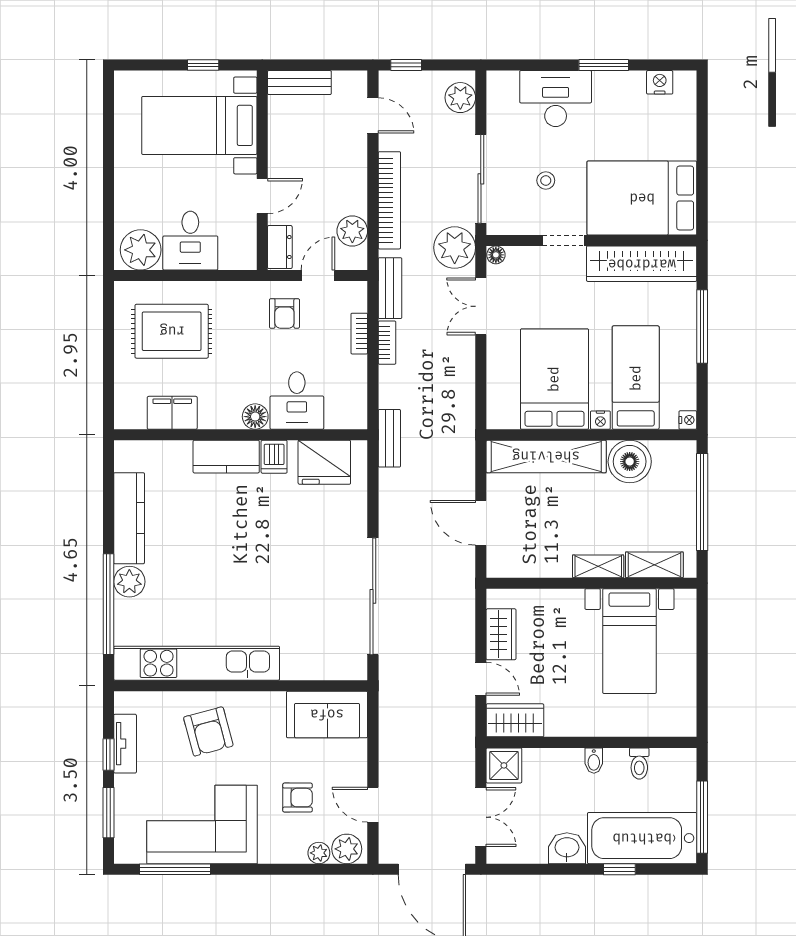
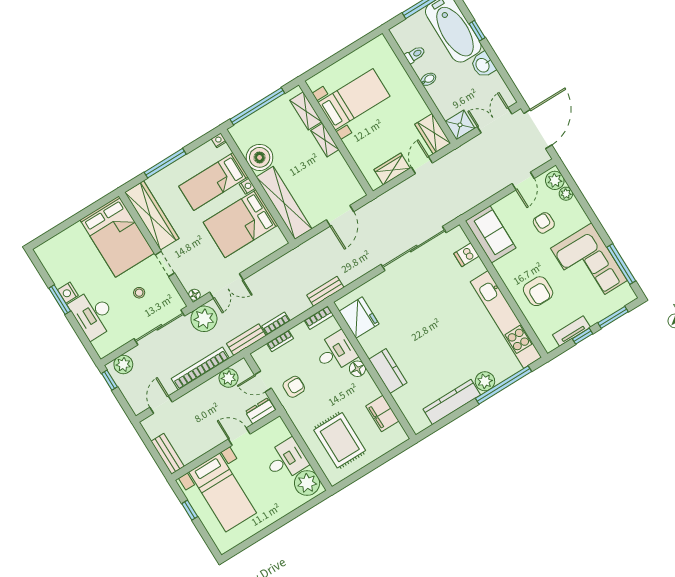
window: (406, 65) -> (109, 380), moved
nightstand: (660, 82) -> (68, 293), moved
bookcase: (358, 407) -> (319, 318), added
dishwasher: (274, 457) -> (466, 255), moved, turned 180
armchair: (208, 731) -> (538, 291), turned 105

